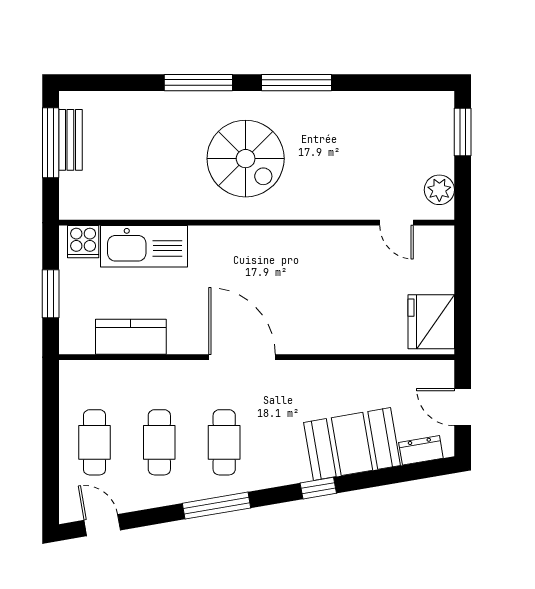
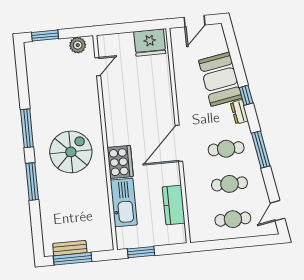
cooker: (83, 242) -> (120, 162), moved, width x1.87, depth x1.31
window: (51, 294) -> (141, 252), moved
dresser: (421, 450) -> (239, 112), moved

